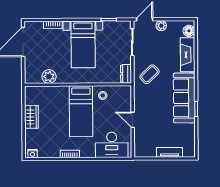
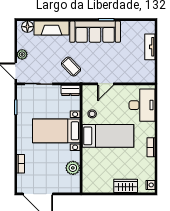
bed with nightstands: (83, 44) -> (56, 131), moved, turned 180
wardrobe: (31, 117) -> (126, 186), moved
door: (133, 120) -> (105, 84), moved

